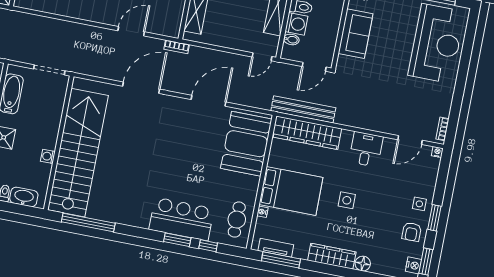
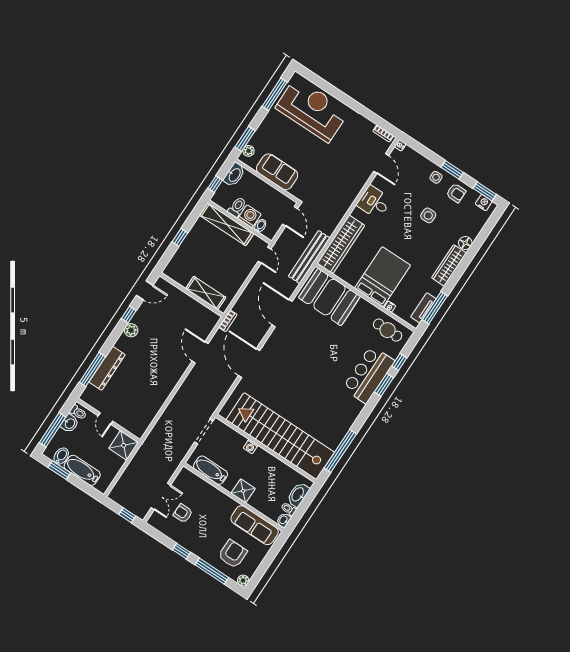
bench: (303, 109) -> (309, 257), moved
washing machine: (48, 156) -> (251, 447), moved
side table: (347, 200) -> (428, 215), moved

